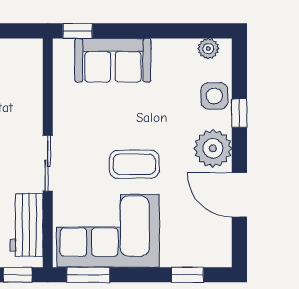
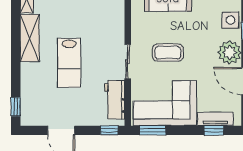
coffee table: (134, 164) -> (168, 53), moved
tv unit: (190, 256) -> (215, 119), added

